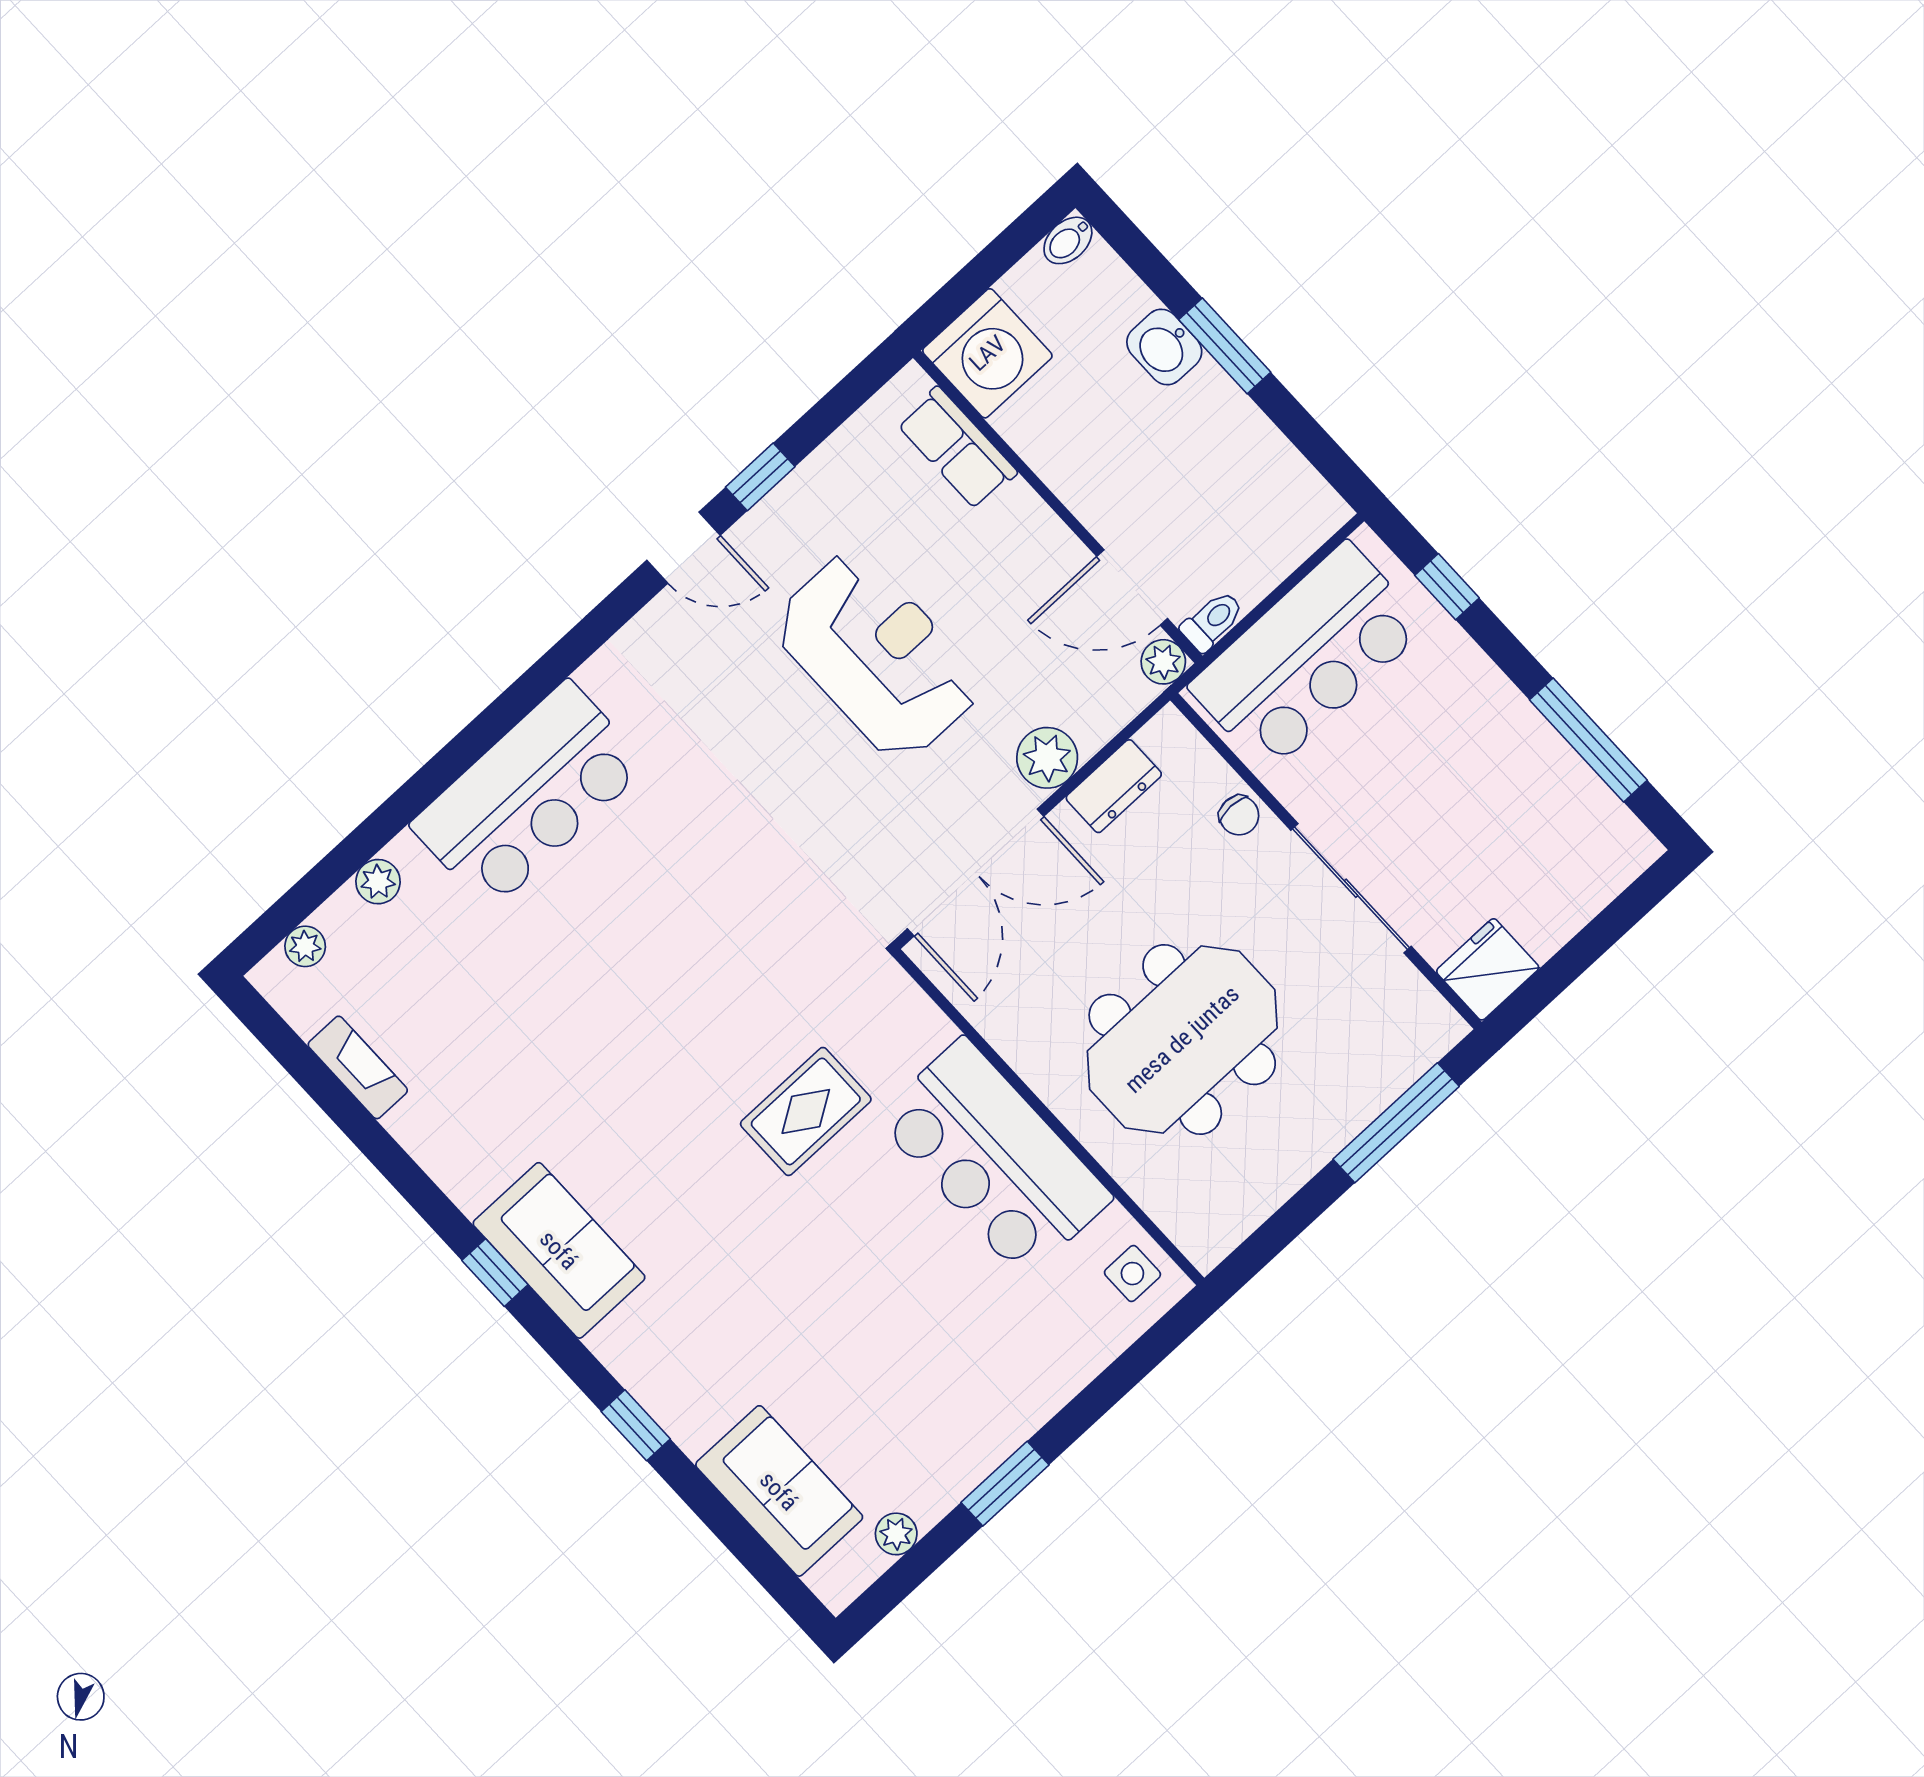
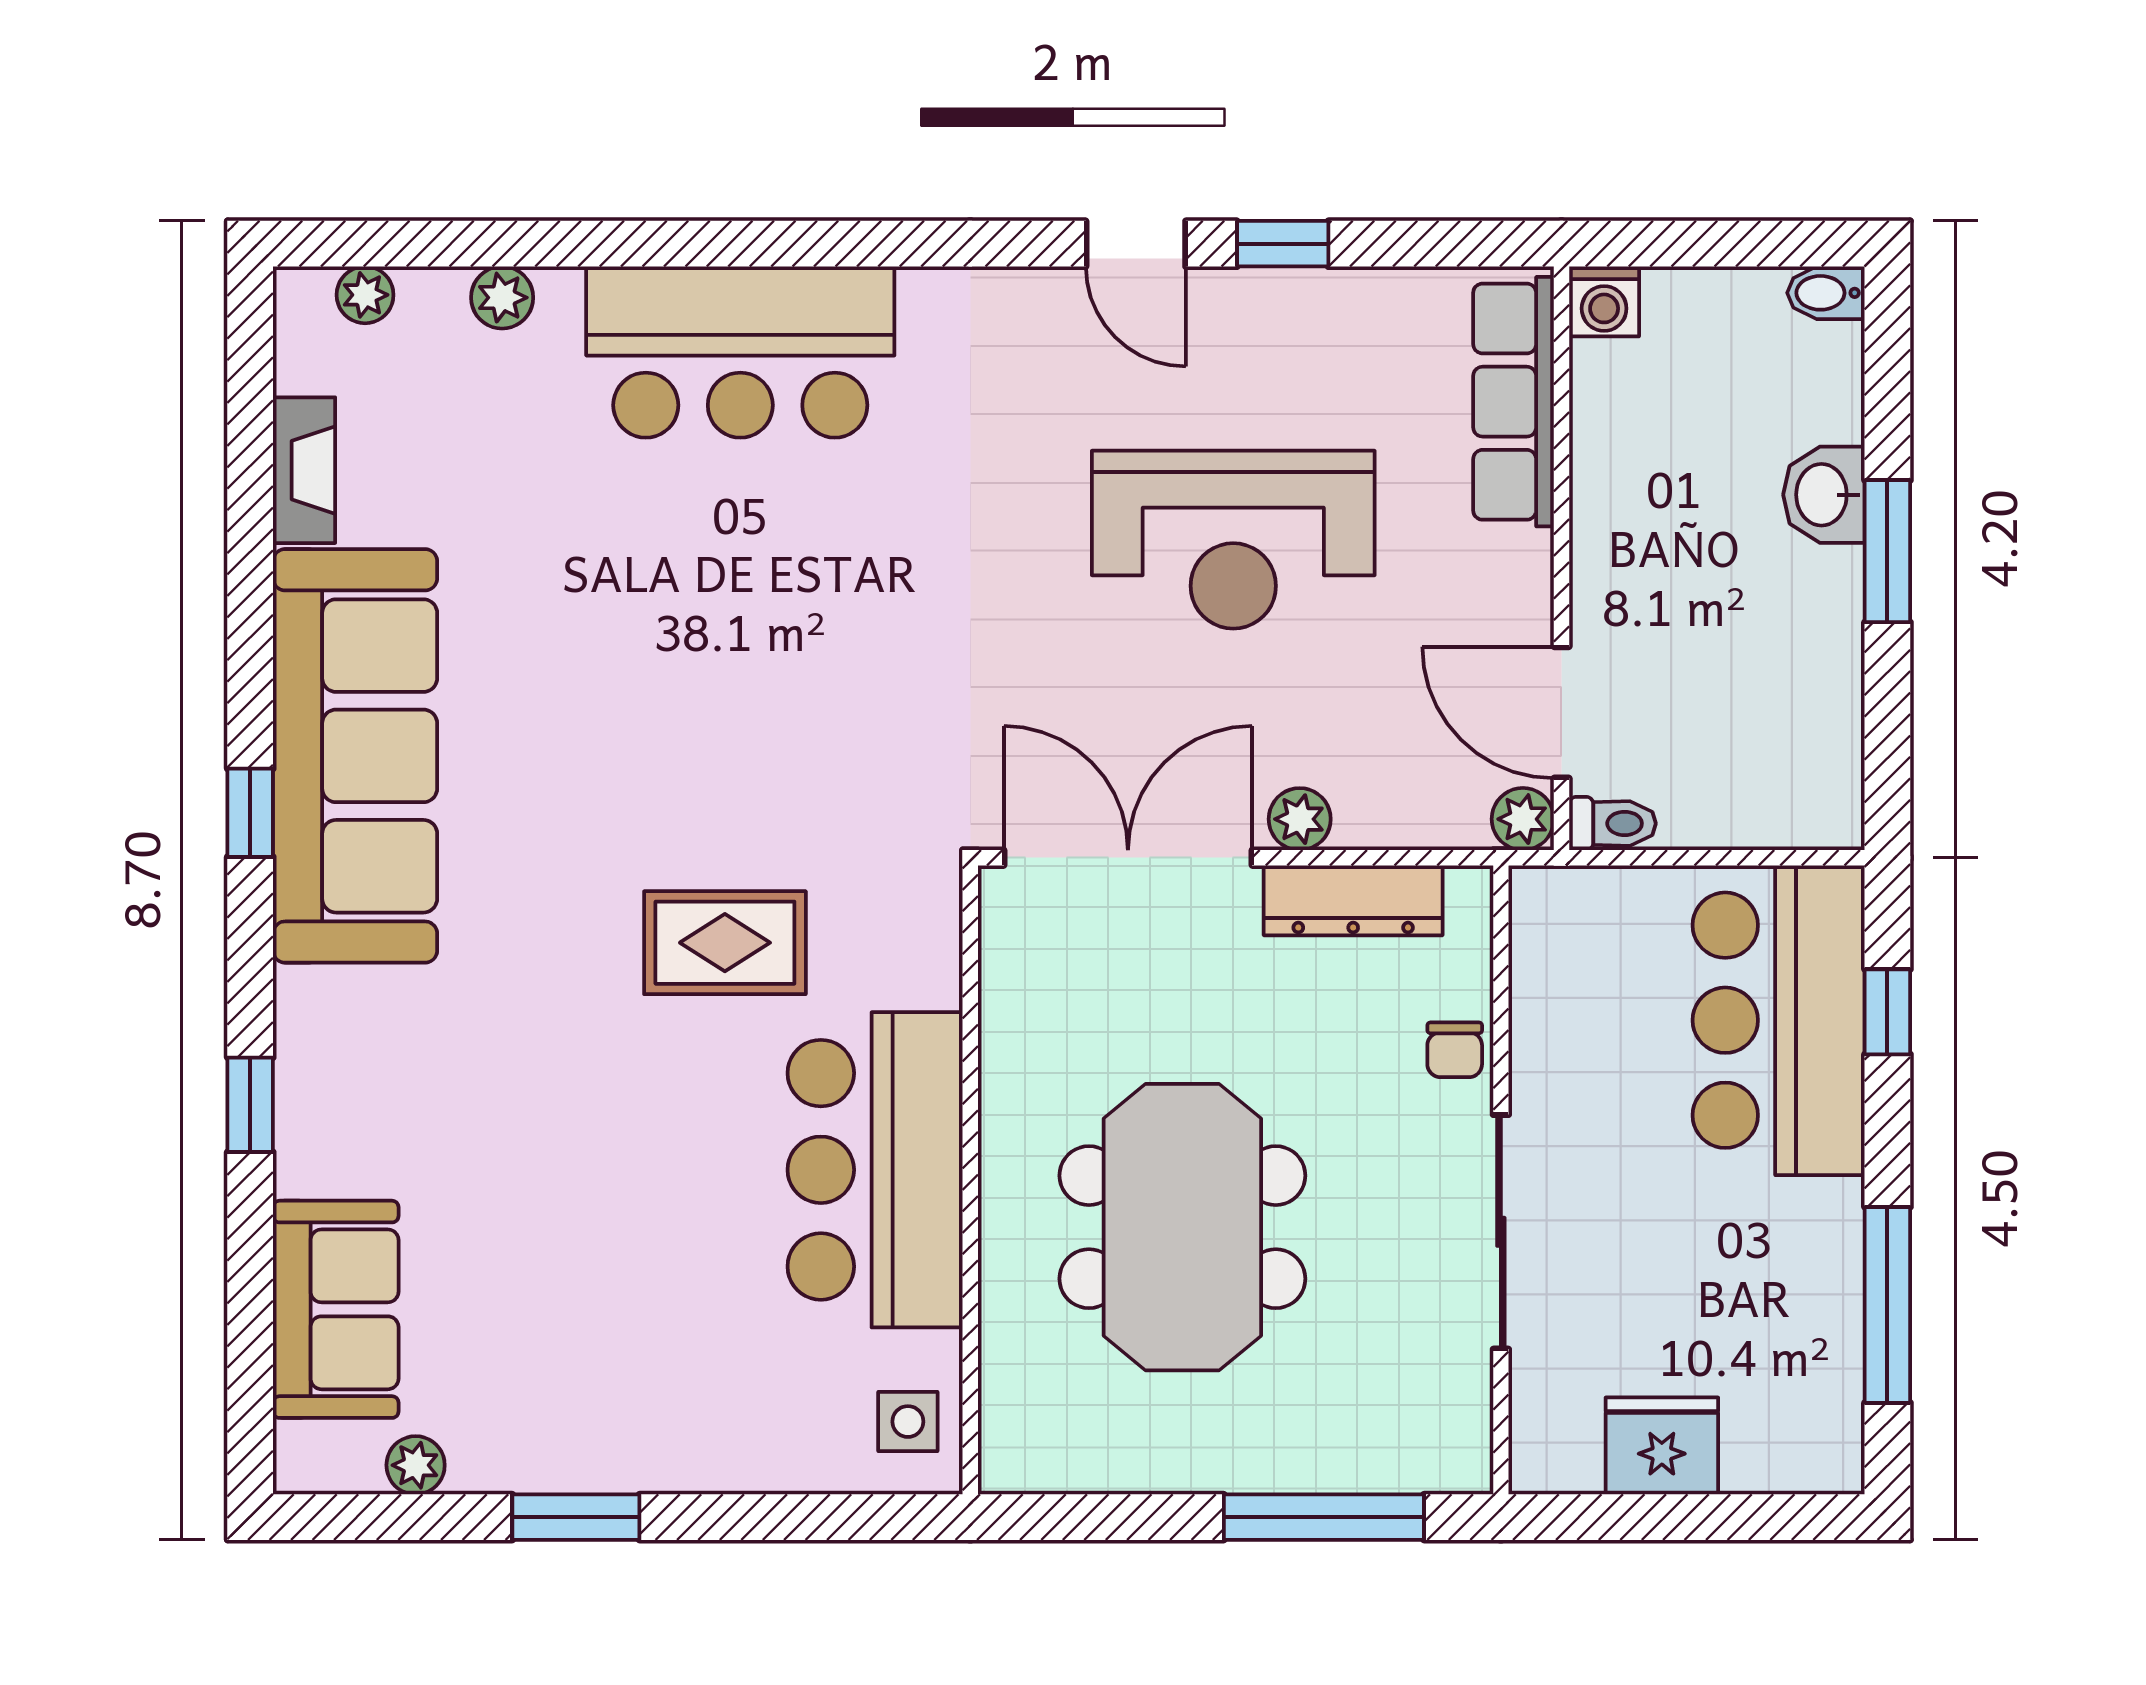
washing machine: (987, 353) -> (1604, 301), width x0.53, depth x0.53
row of seats: (957, 448) -> (1514, 402), width x1.48
reception desk: (877, 655) -> (1233, 540), turned 90
bar counter: (1308, 657) -> (1779, 1020), moved, turned 90
plant: (1047, 758) -> (1300, 819), width x0.73, depth x0.73
dresser: (1114, 786) -> (1353, 900), width x1.44
double door: (976, 873) -> (1128, 858), swing flipped
fridge: (1488, 969) -> (1662, 1446), moved
meeting table: (1182, 1039) -> (1182, 1227), turned 90
sofa: (559, 1250) -> (355, 756), width x1.85, depth x1.27

